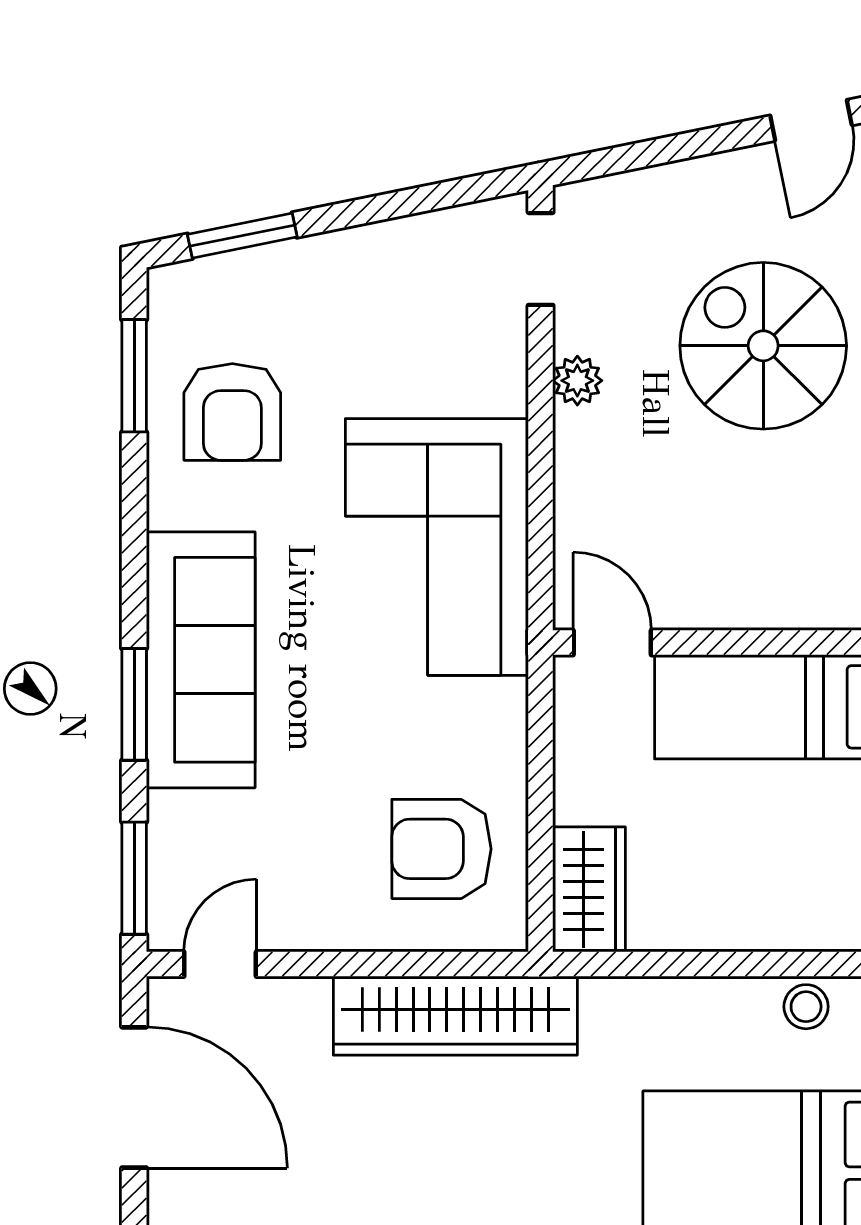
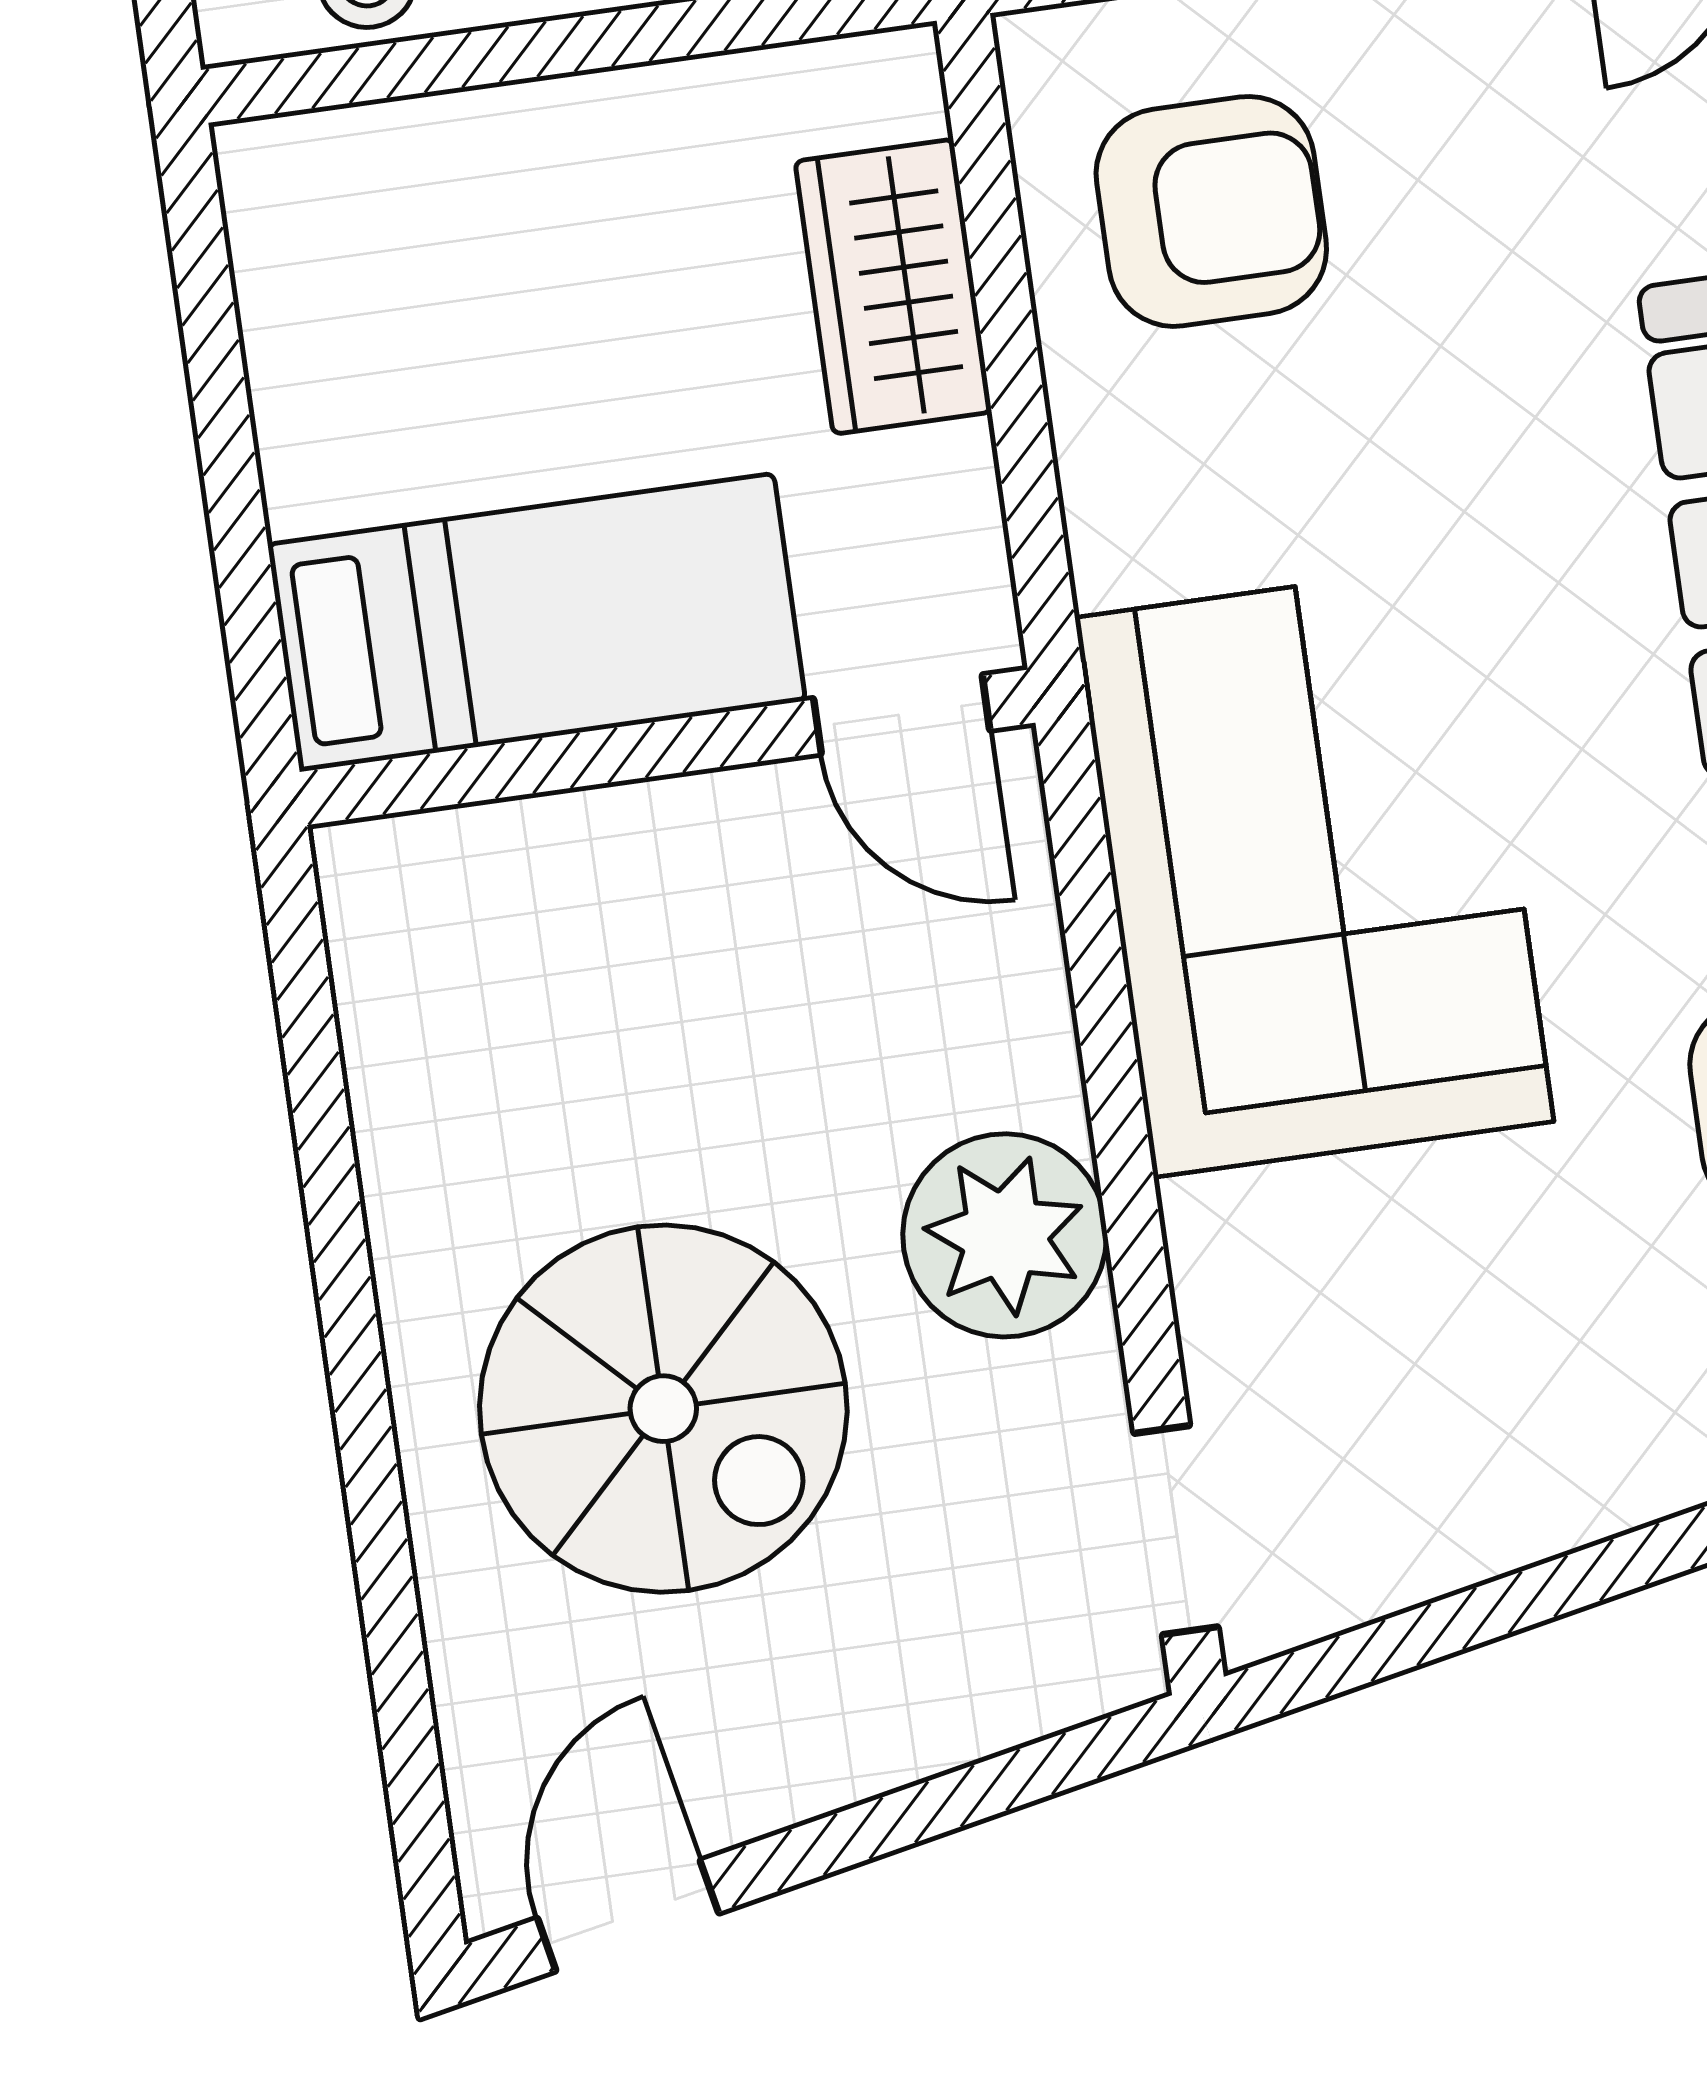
plant: (577, 381) -> (1005, 1235), width x1.87, depth x1.87
wardrobe: (589, 889) -> (893, 287), moved

